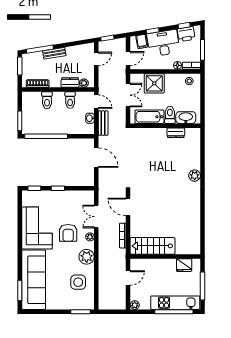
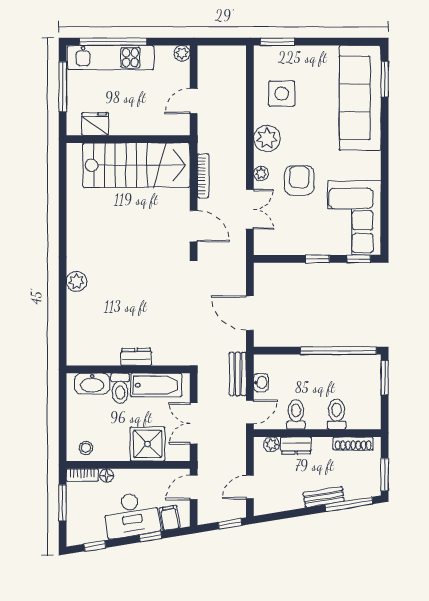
printer: (186, 34) -> (91, 531), removed
door: (96, 102) -> (250, 412), swing flipped
dresser: (176, 133) -> (136, 357), moved
corner sofa: (37, 228) -> (354, 218), moved
stairs: (152, 246) -> (136, 165), width x1.36, depth x1.51

